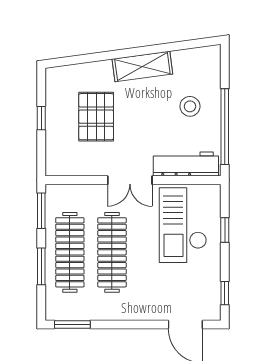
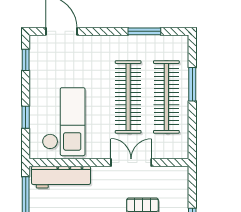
double door: (130, 180) -> (131, 163), moved
window: (41, 211) -> (192, 135), removed
window: (72, 325) -> (144, 31), moved

